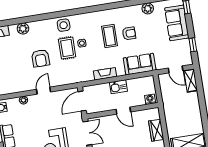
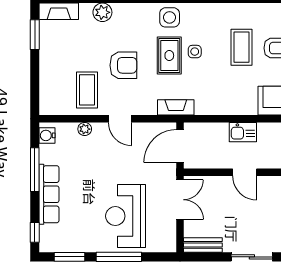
armchair: (41, 58) -> (123, 65), turned -90
fireplace: (105, 74) -> (176, 107), moved
coffee table: (21, 76) -> (87, 90), added
door: (44, 91) -> (120, 119), swing flipped

